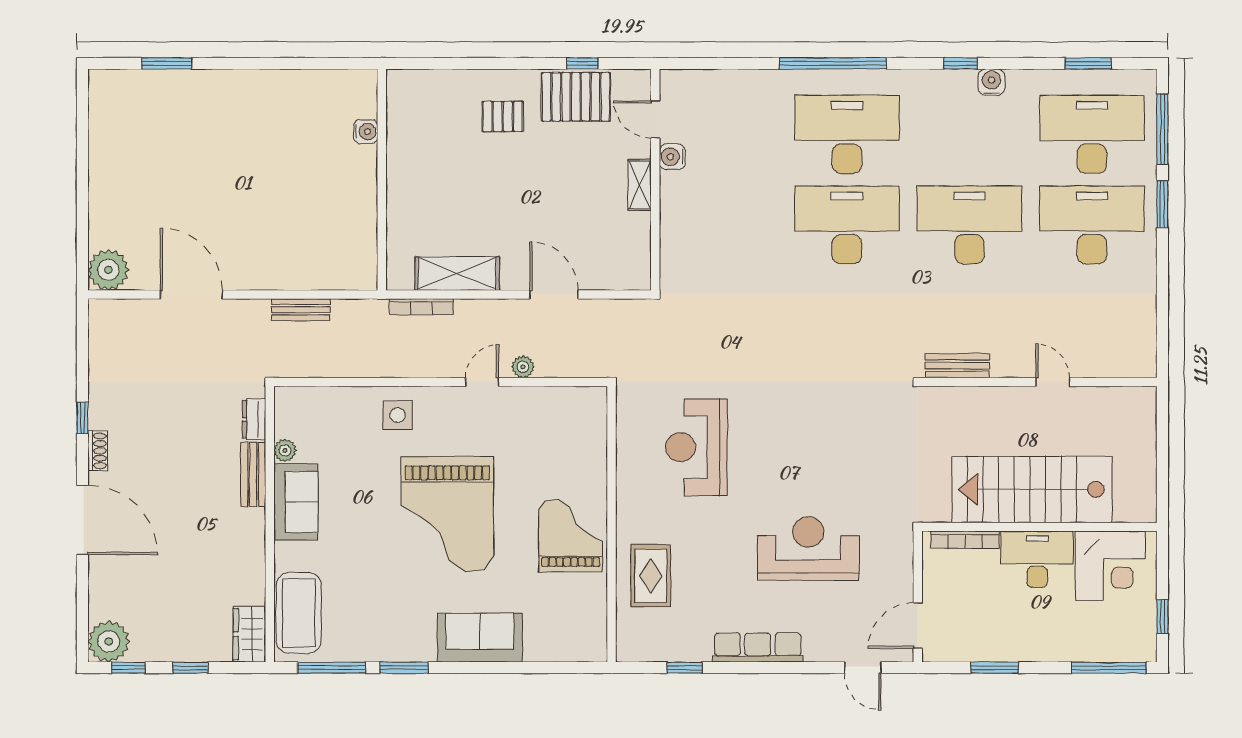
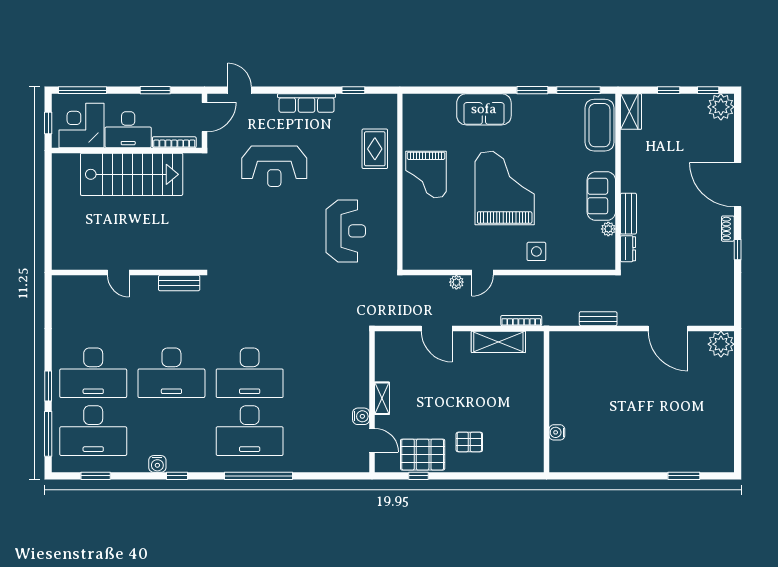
stairs: (1032, 489) -> (132, 174), moved
wall: (1039, 527) -> (127, 150), moved
bookcase: (965, 540) -> (174, 142), moved
desk: (1037, 559) -> (128, 130), moved
corner desk: (1110, 566) -> (81, 126), moved

